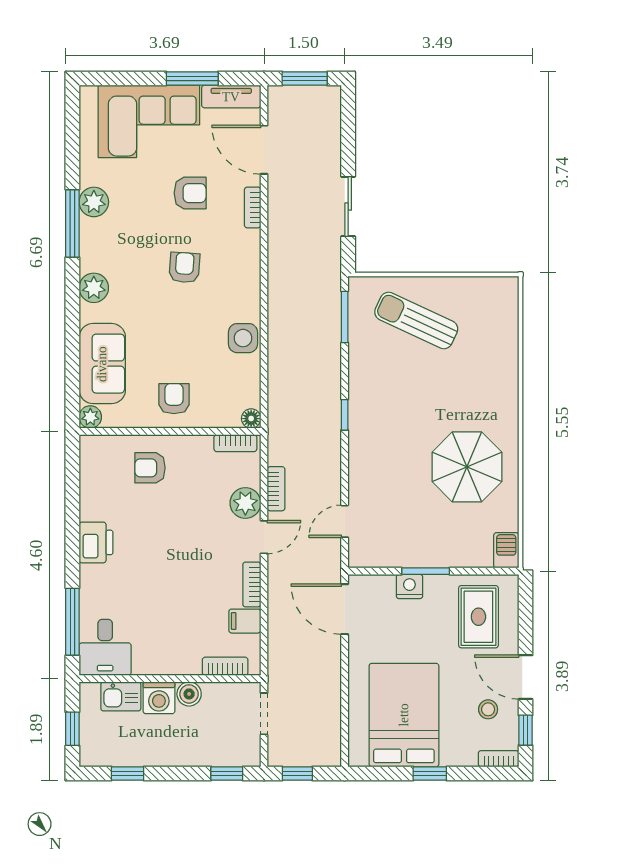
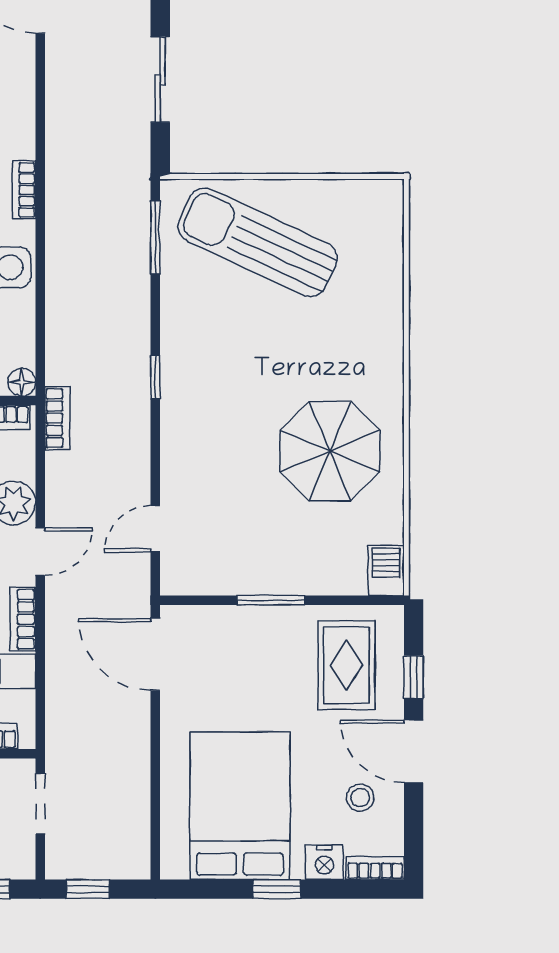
bookcase: (253, 207) -> (24, 190), moved
sun lounger: (416, 320) -> (258, 242), width x1.36, depth x1.34
bookcase: (276, 489) -> (57, 418), moved
nightstand: (409, 586) -> (324, 862), moved, turned 180
window: (526, 730) -> (414, 677), moved

